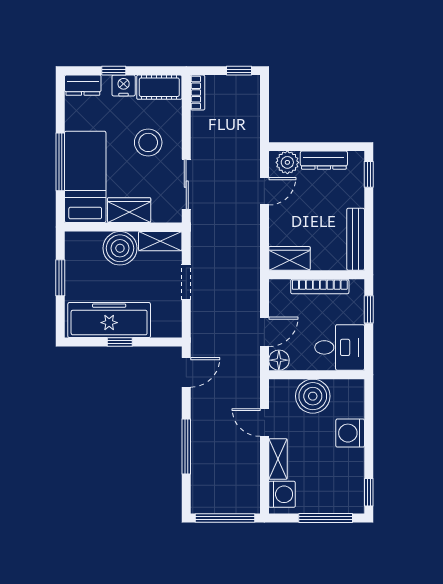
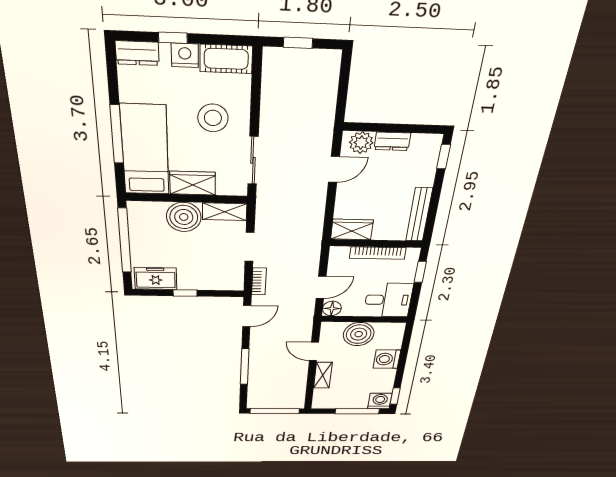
window: (239, 71) -> (298, 43), moved
bookcase: (198, 93) -> (259, 281), moved
dresser: (324, 160) -> (392, 141), width x0.70
window: (60, 278) -> (125, 241), width x2.11
freezer: (109, 320) -> (156, 278), width x0.52, depth x0.79
washing machine: (282, 494) -> (380, 401), moved, turned -90

